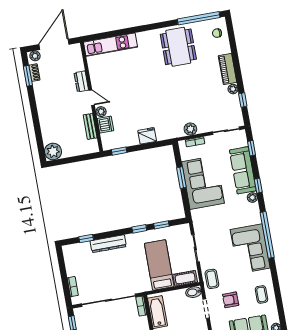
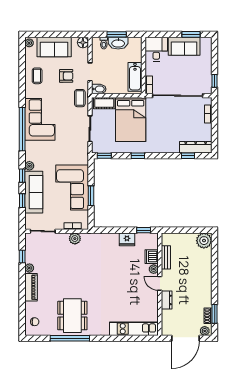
window: (199, 18) -> (70, 338), moved
fridge: (147, 136) -> (127, 239), moved
window: (252, 148) -> (22, 201), moved
window: (161, 225) -> (104, 156), moved
dresser: (108, 244) -> (196, 147), moved
bed: (159, 265) -> (131, 119), width x1.50

